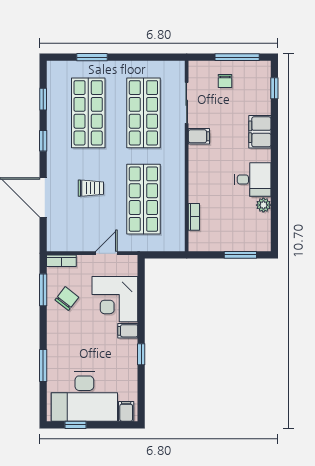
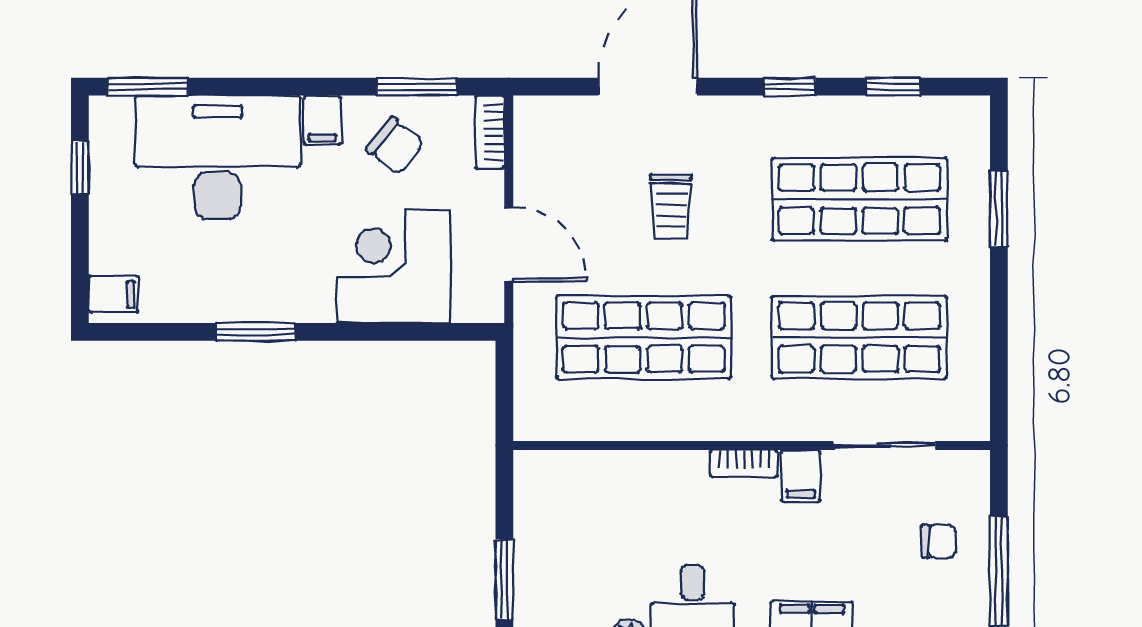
chair: (225, 81) -> (939, 541), turned 180
bookcase: (194, 217) -> (744, 463), moved
door: (106, 253) -> (509, 245), width x1.37
filing cabinet: (128, 331) -> (322, 120), moved, turned 180
window: (141, 354) -> (256, 332), width x1.50
window: (43, 366) -> (148, 87), moved
desk: (84, 397) -> (218, 157), moved, turned 90

